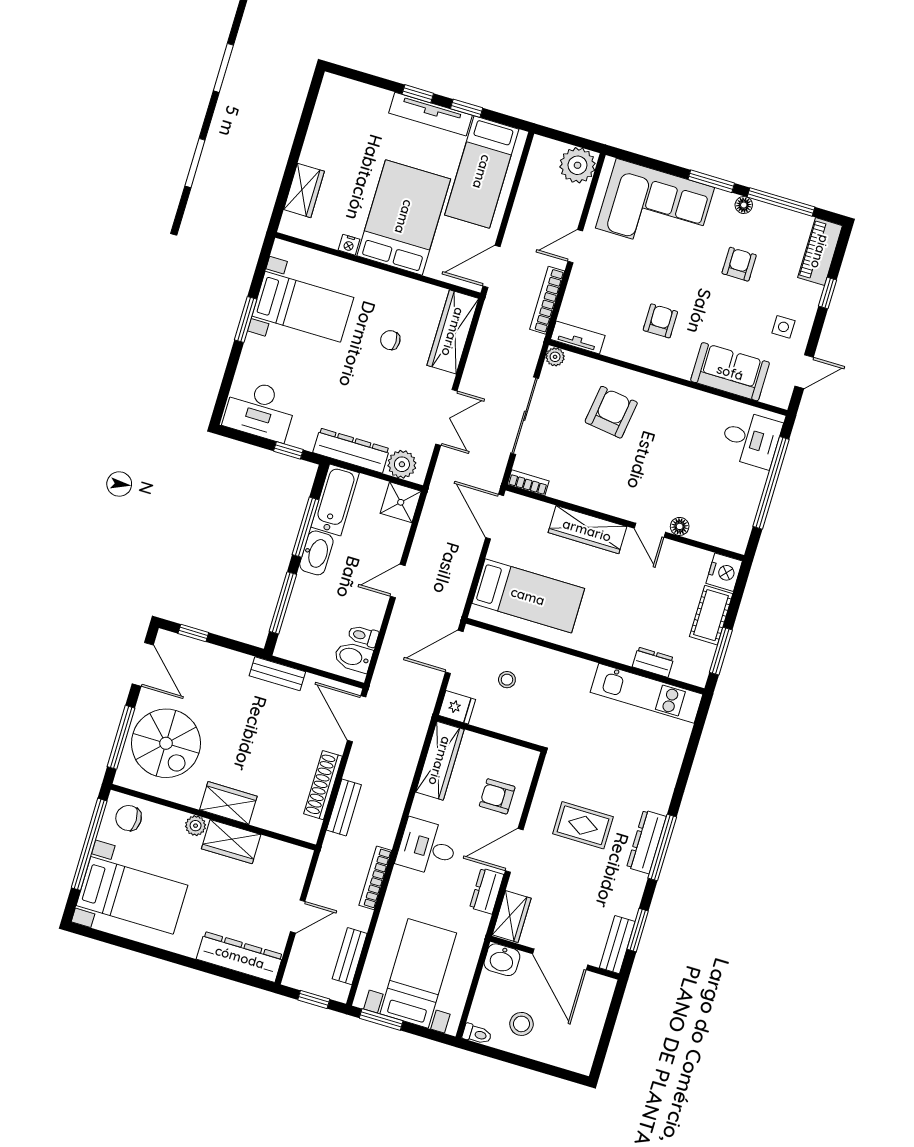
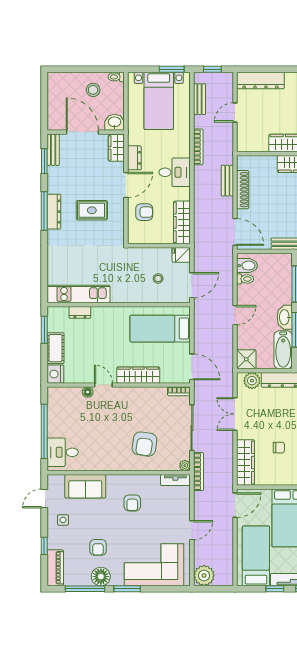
floor lamp: (744, 205) -> (101, 577), width x1.89, depth x1.89
bookcase: (547, 300) -> (199, 472), moved

